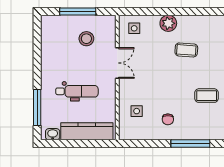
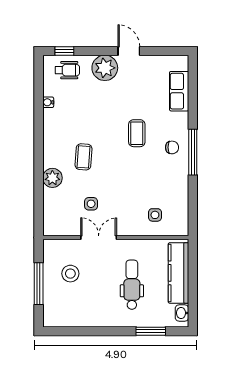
side table: (134, 28) -> (91, 204), moved
window: (37, 107) -> (151, 331), width x0.69
chair: (168, 119) -> (172, 147), moved

